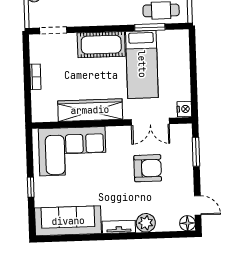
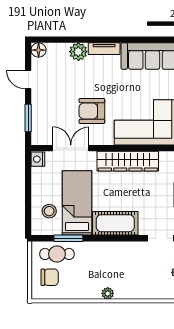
stool: (171, 55) -> (49, 211), added
armchair: (148, 168) -> (92, 111), moved
door: (198, 205) -> (28, 80), moved

